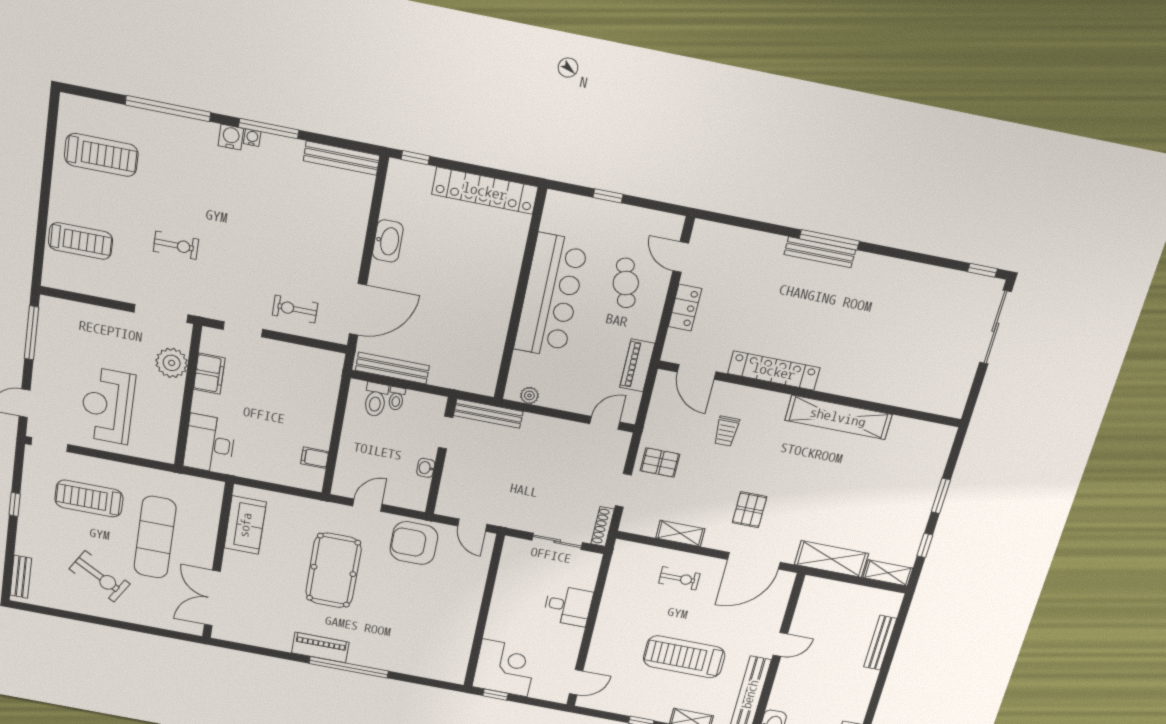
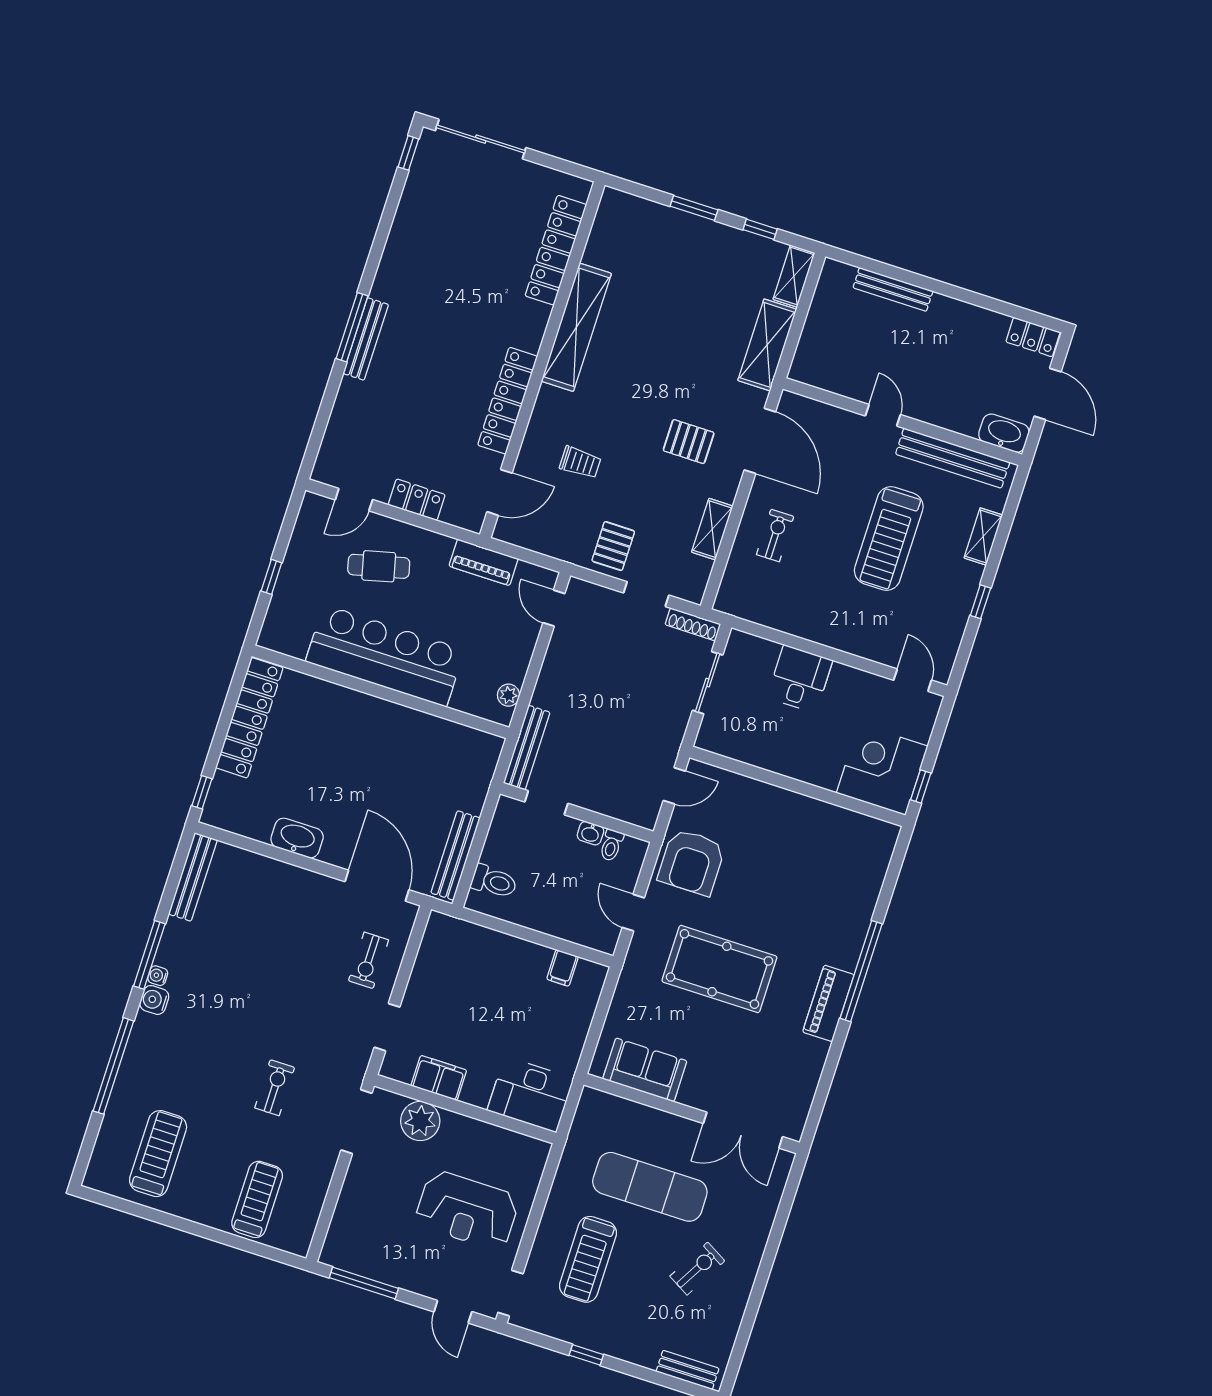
locker: (902, 395) -> (556, 250), added
toilet: (396, 398) -> (611, 845), moved, turned 90
exercise bike: (100, 576) -> (697, 1268), width x0.73, depth x0.72

